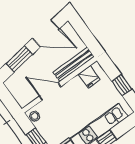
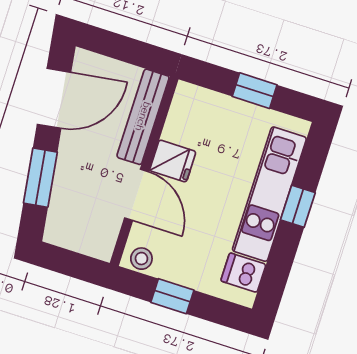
fridge: (89, 77) -> (173, 161), moved
door: (50, 91) -> (137, 195), swing flipped

